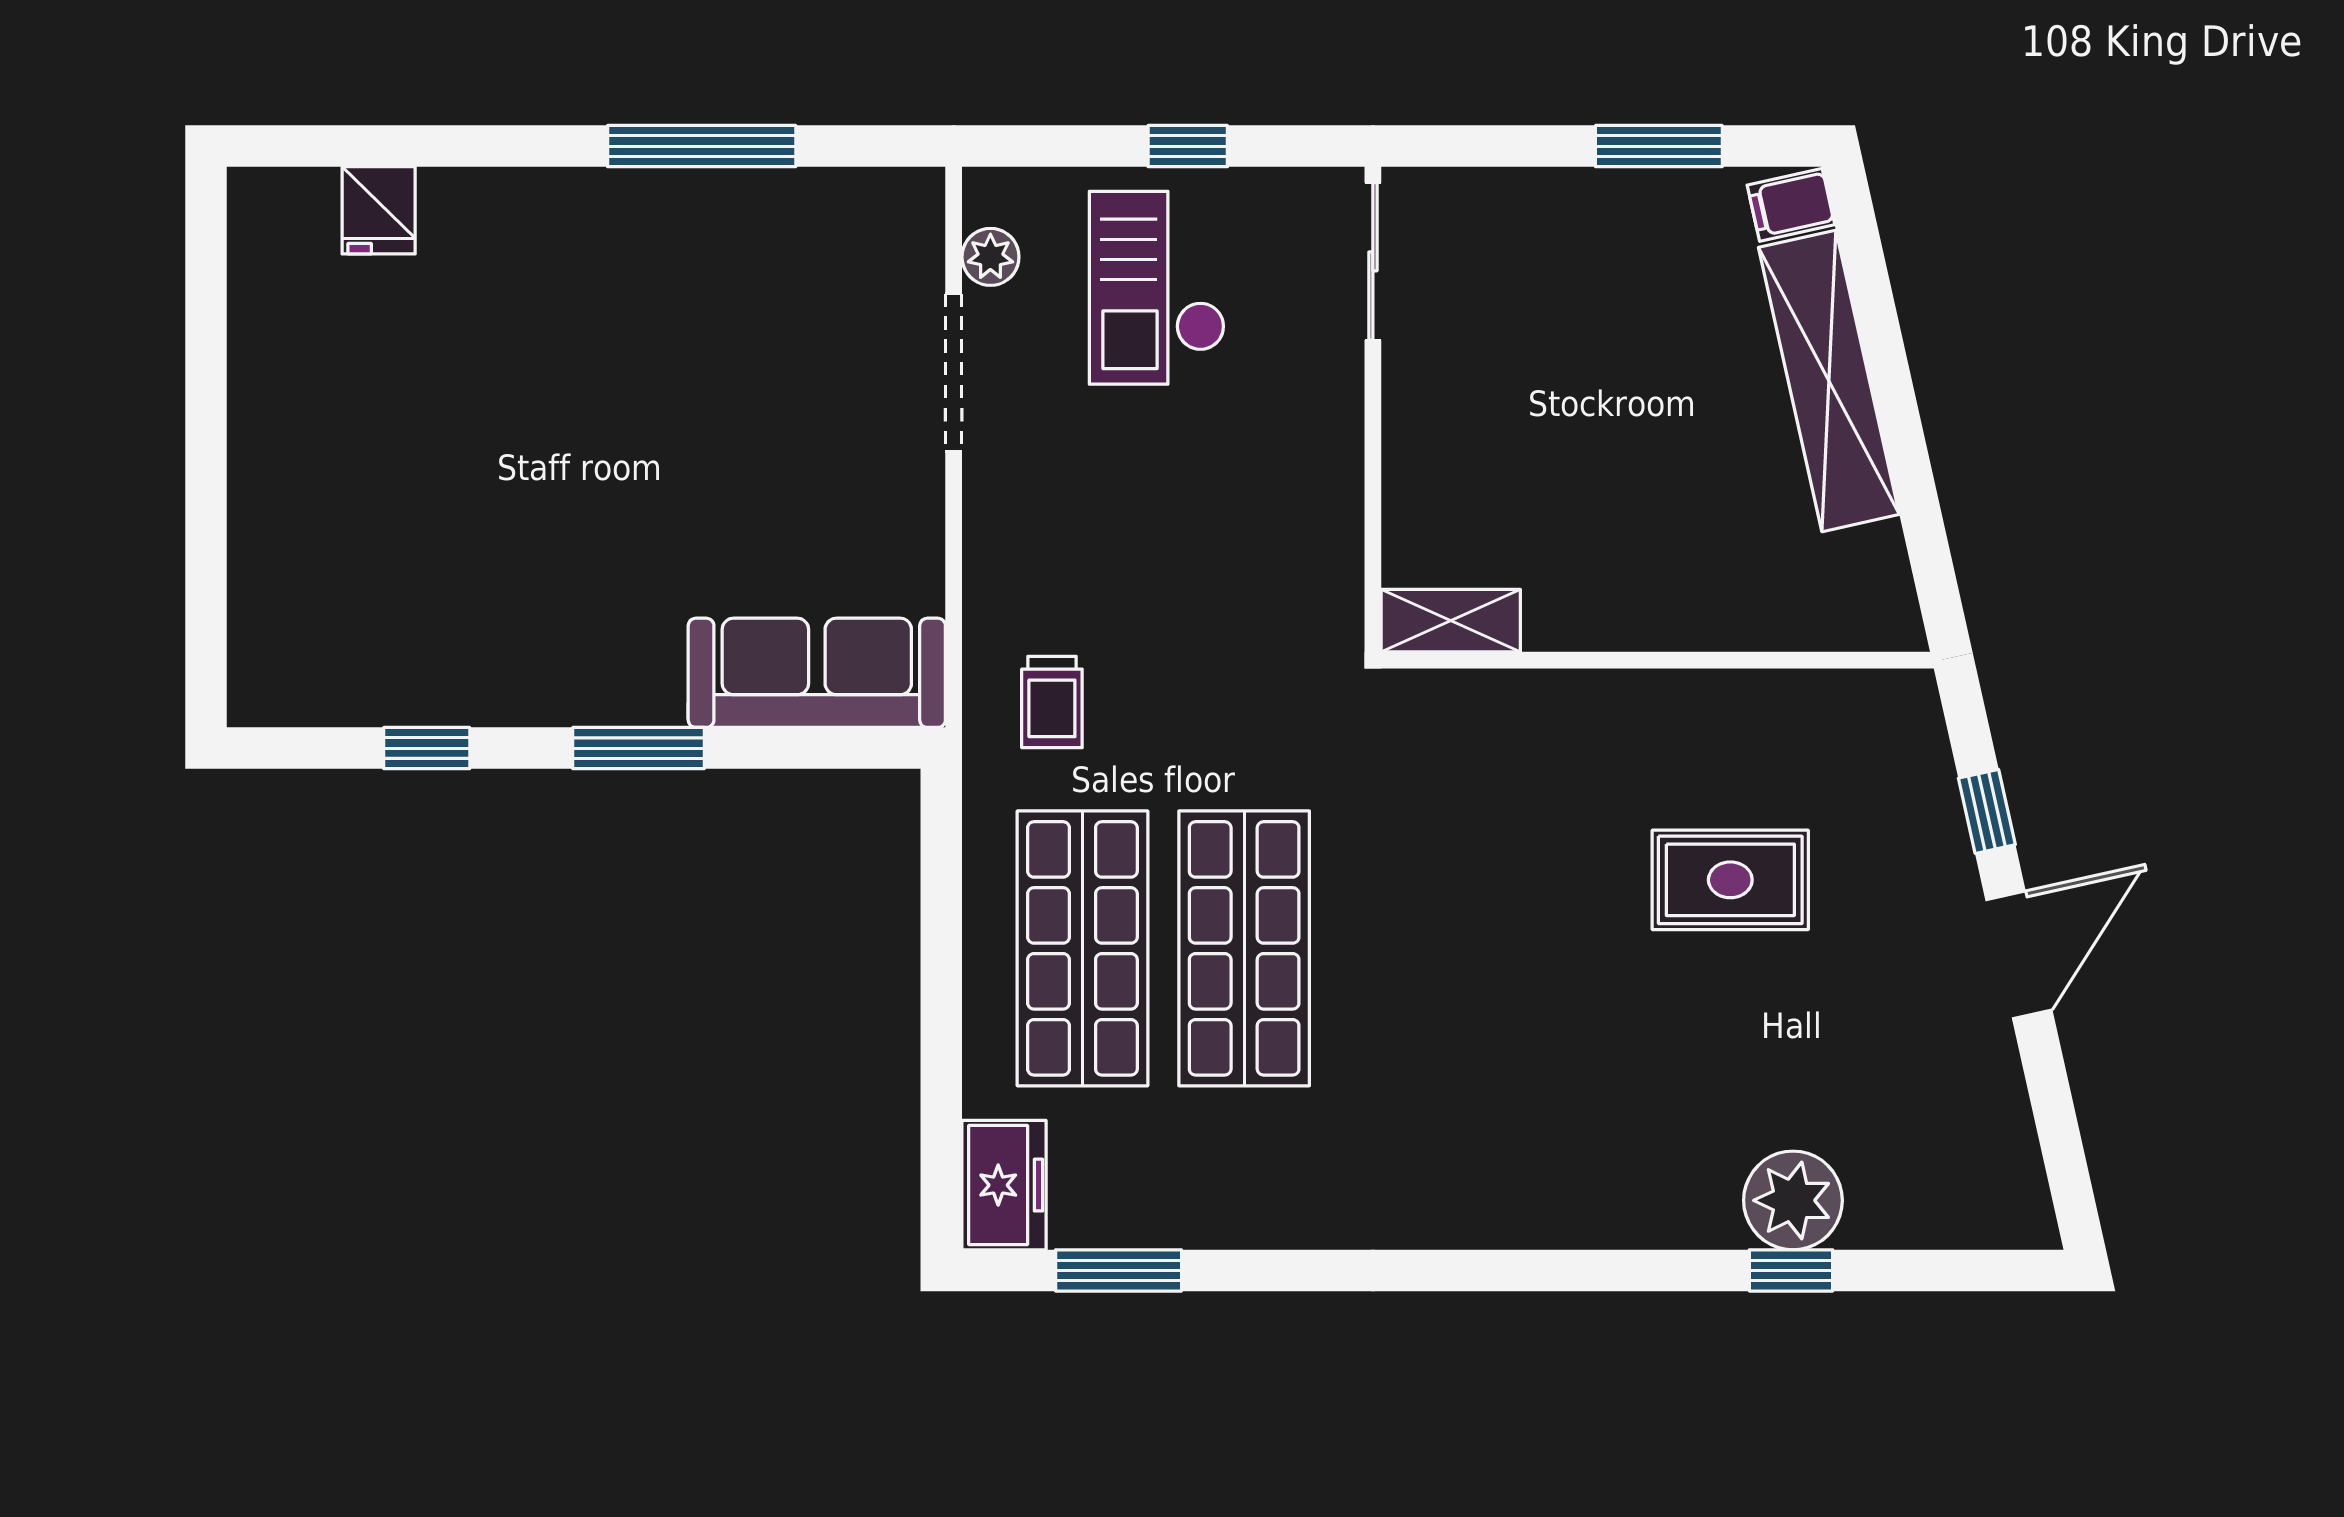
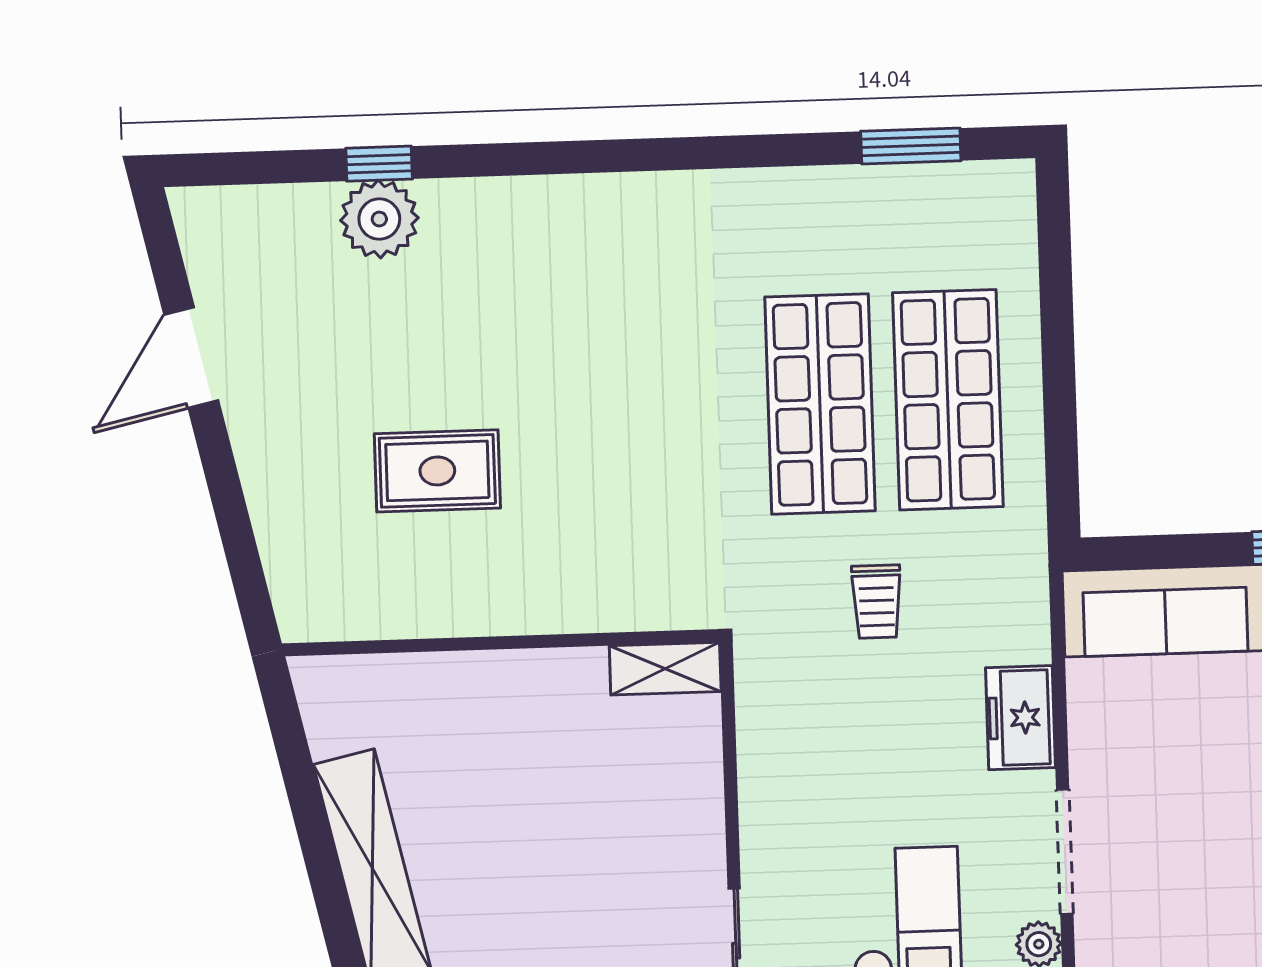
trolley: (1052, 702) -> (877, 602), moved, turned 180
window: (1987, 811) -> (236, 532), removed
door: (2019, 955) -> (191, 358), moved
freezer: (1004, 1185) -> (1021, 718), moved

